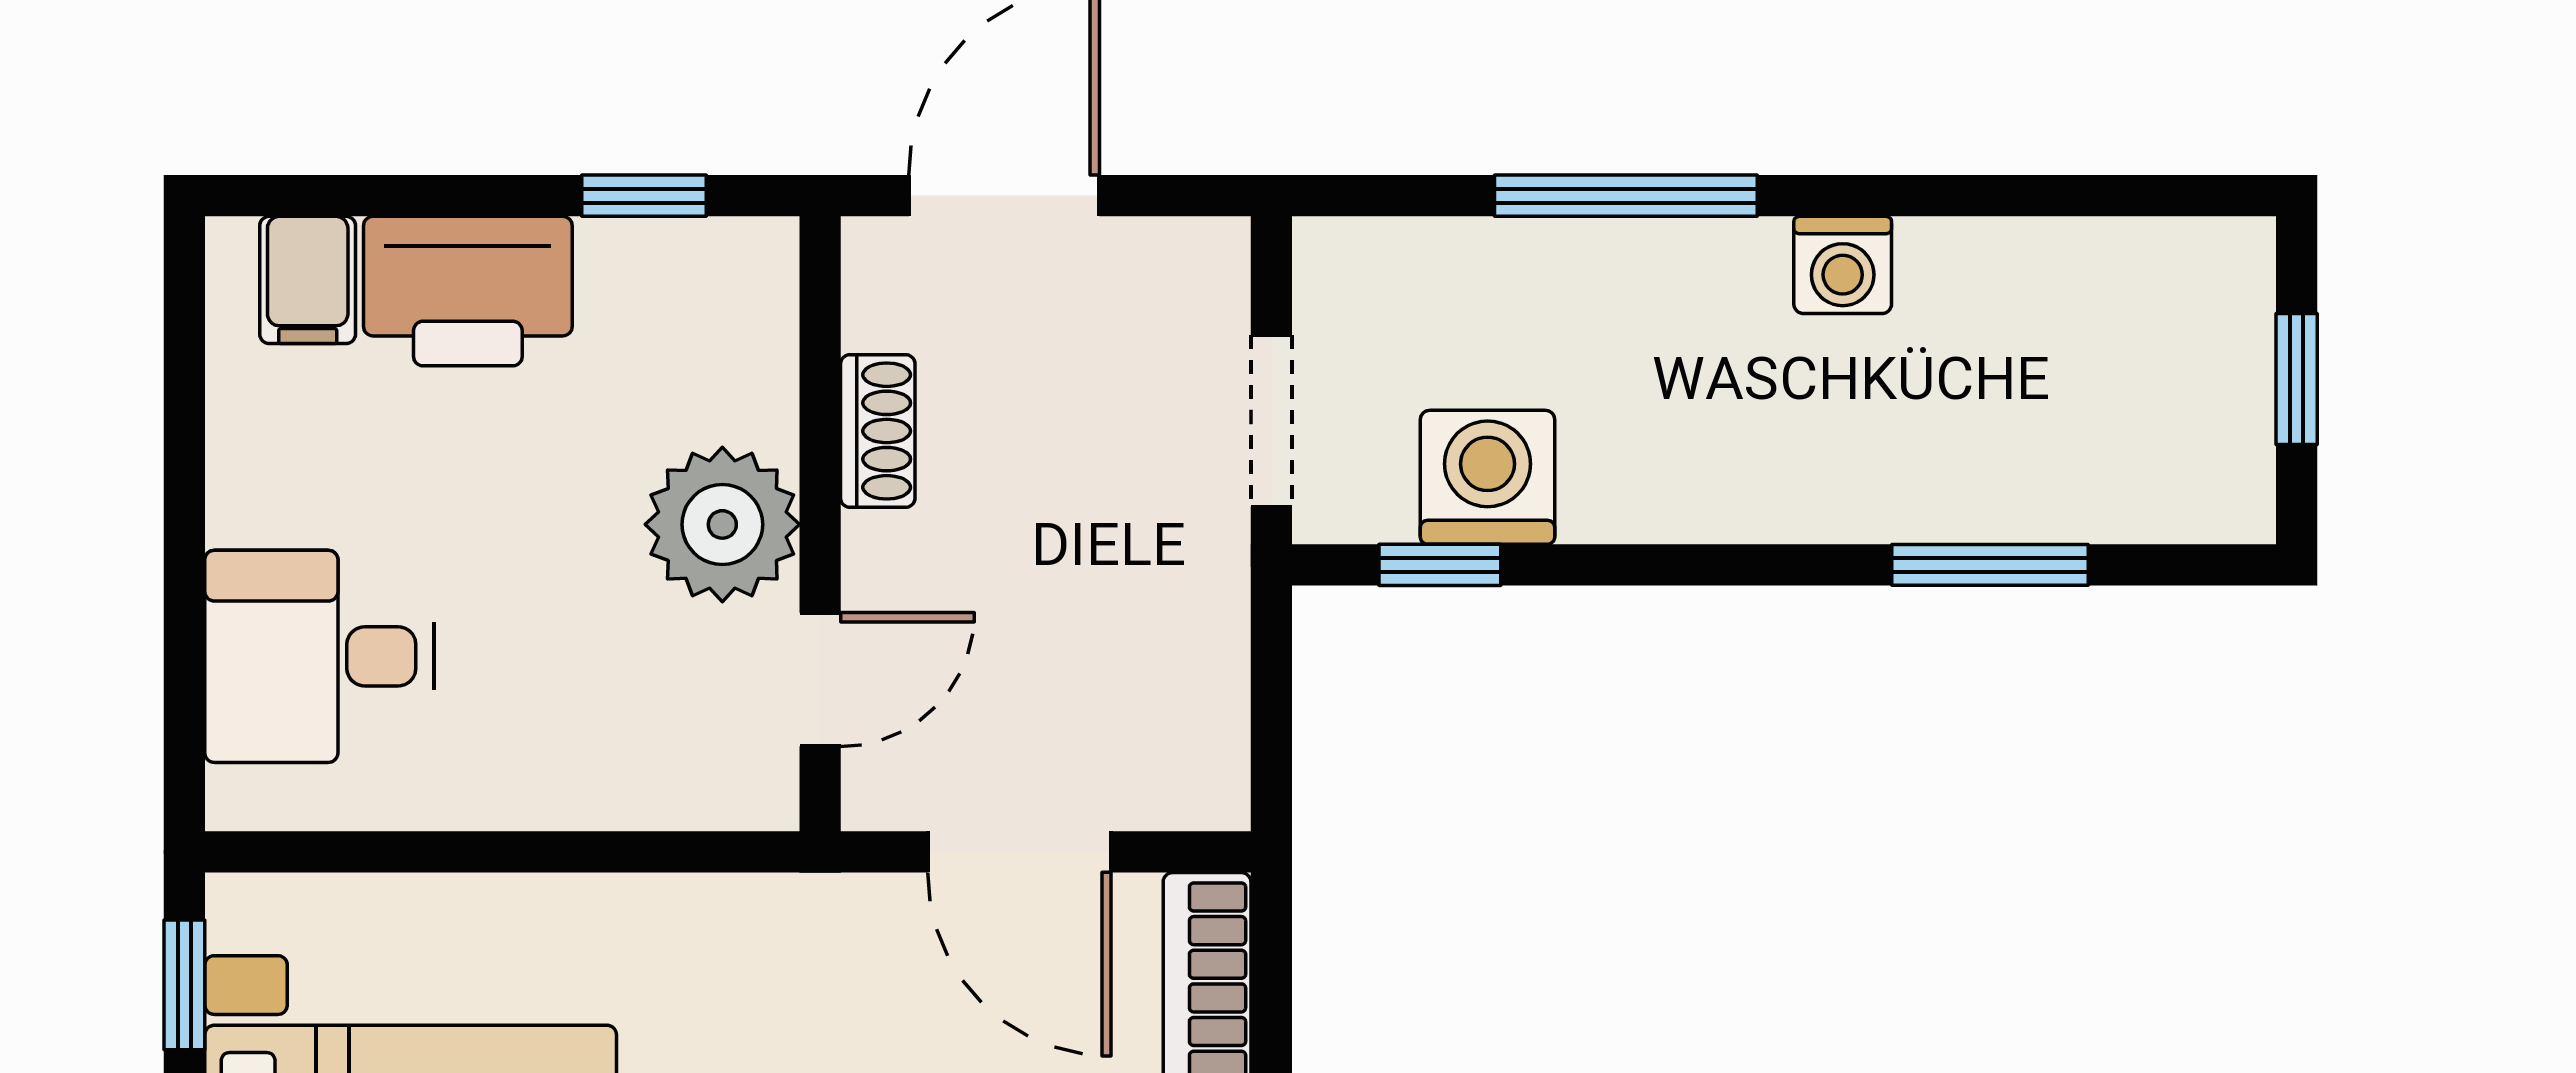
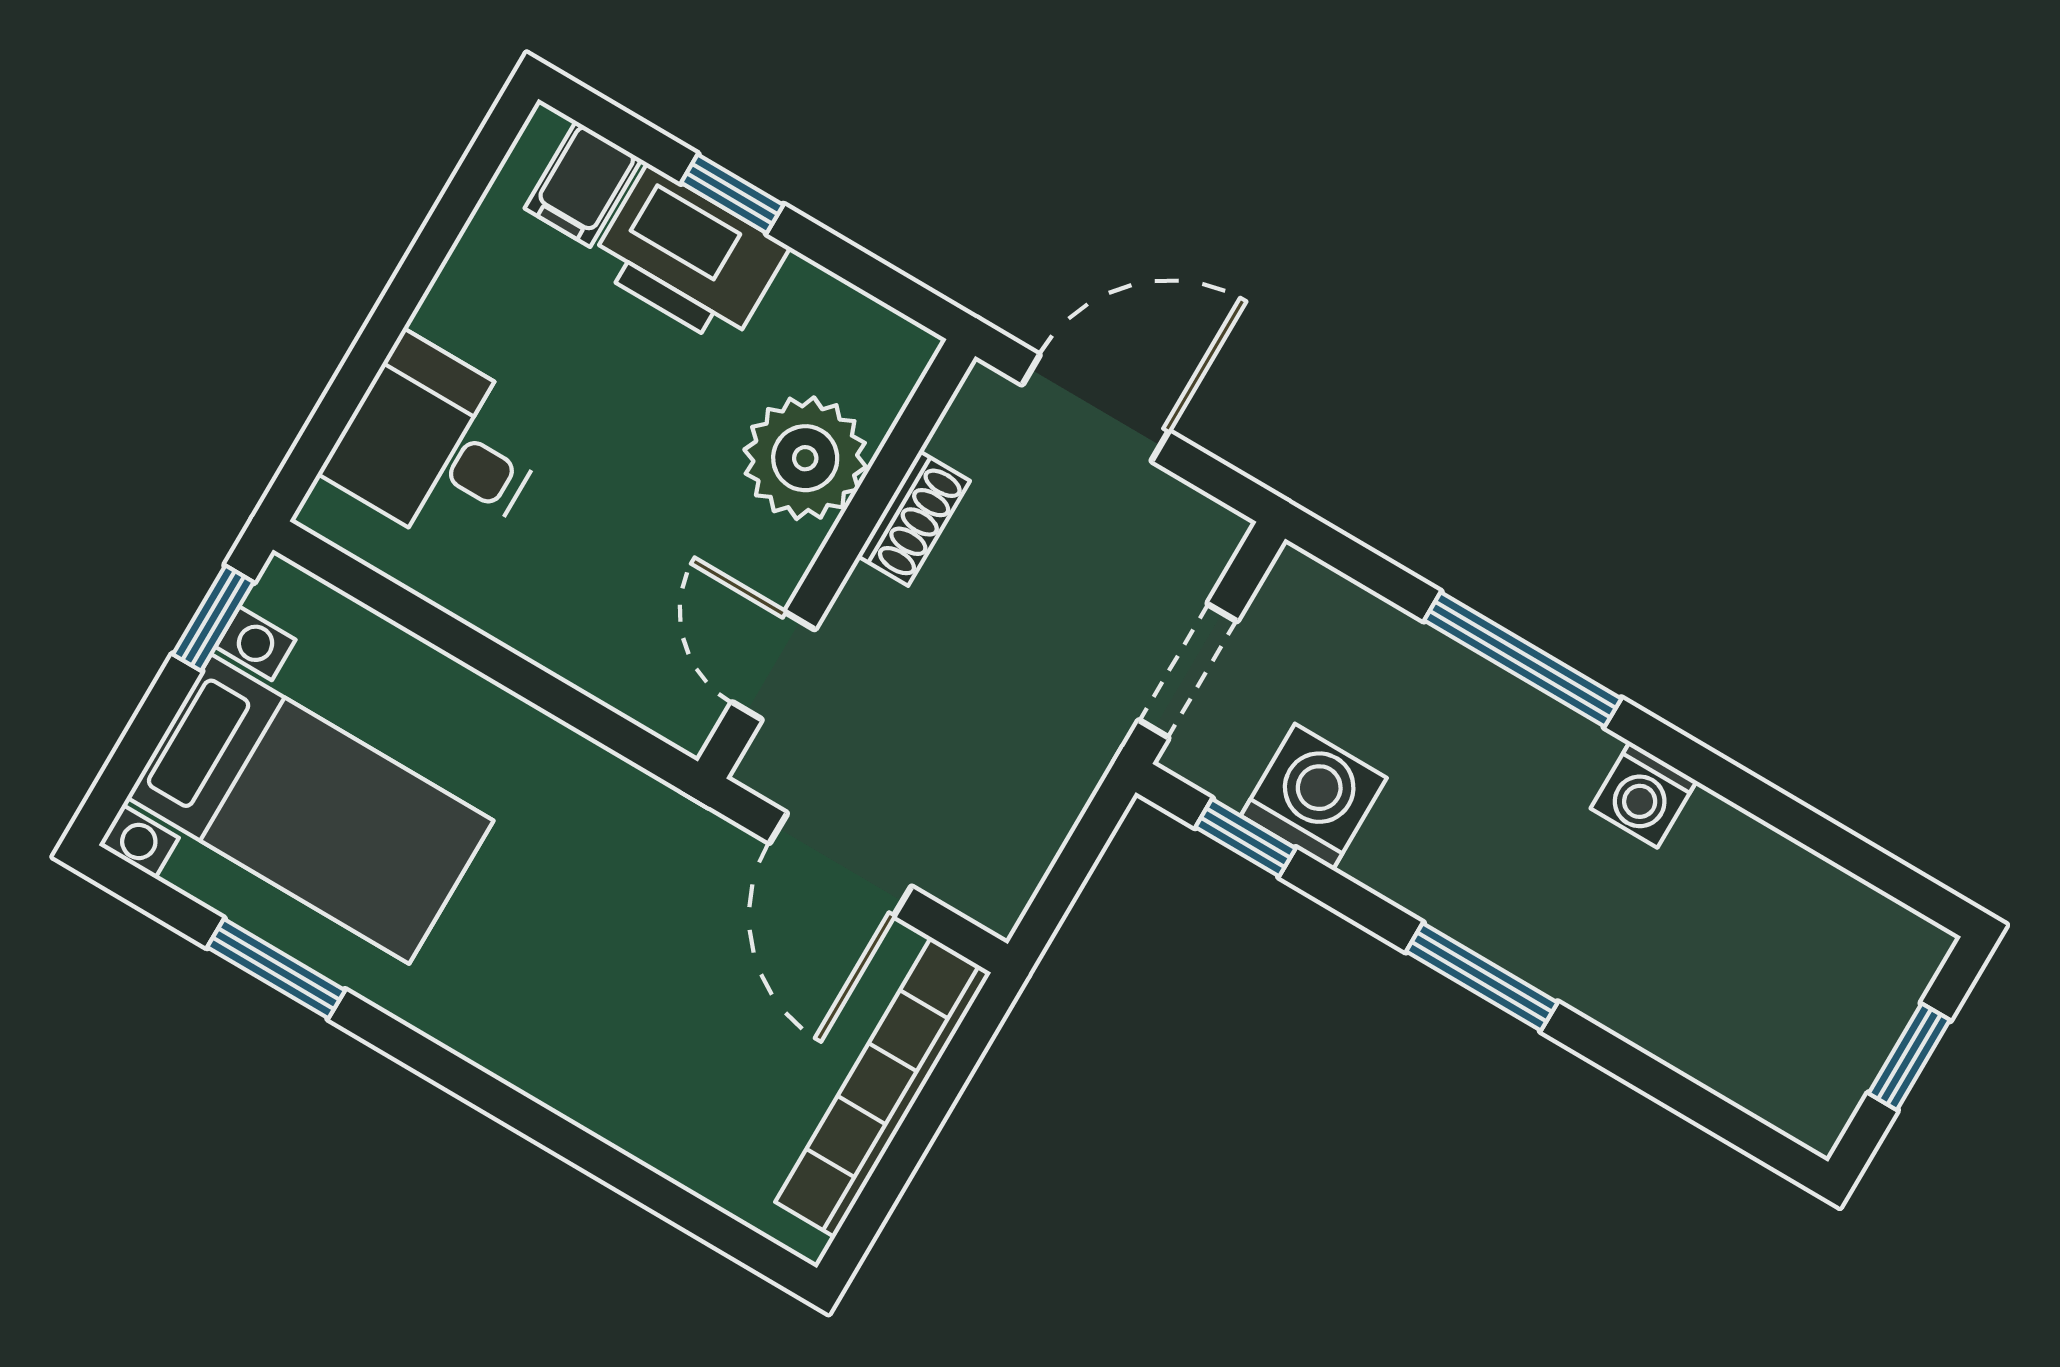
window: (644, 196) -> (732, 194), moved
plant: (722, 524) -> (805, 458), moved
window: (1990, 565) -> (1482, 977), moved
door: (820, 680) -> (773, 666), swing flipped

